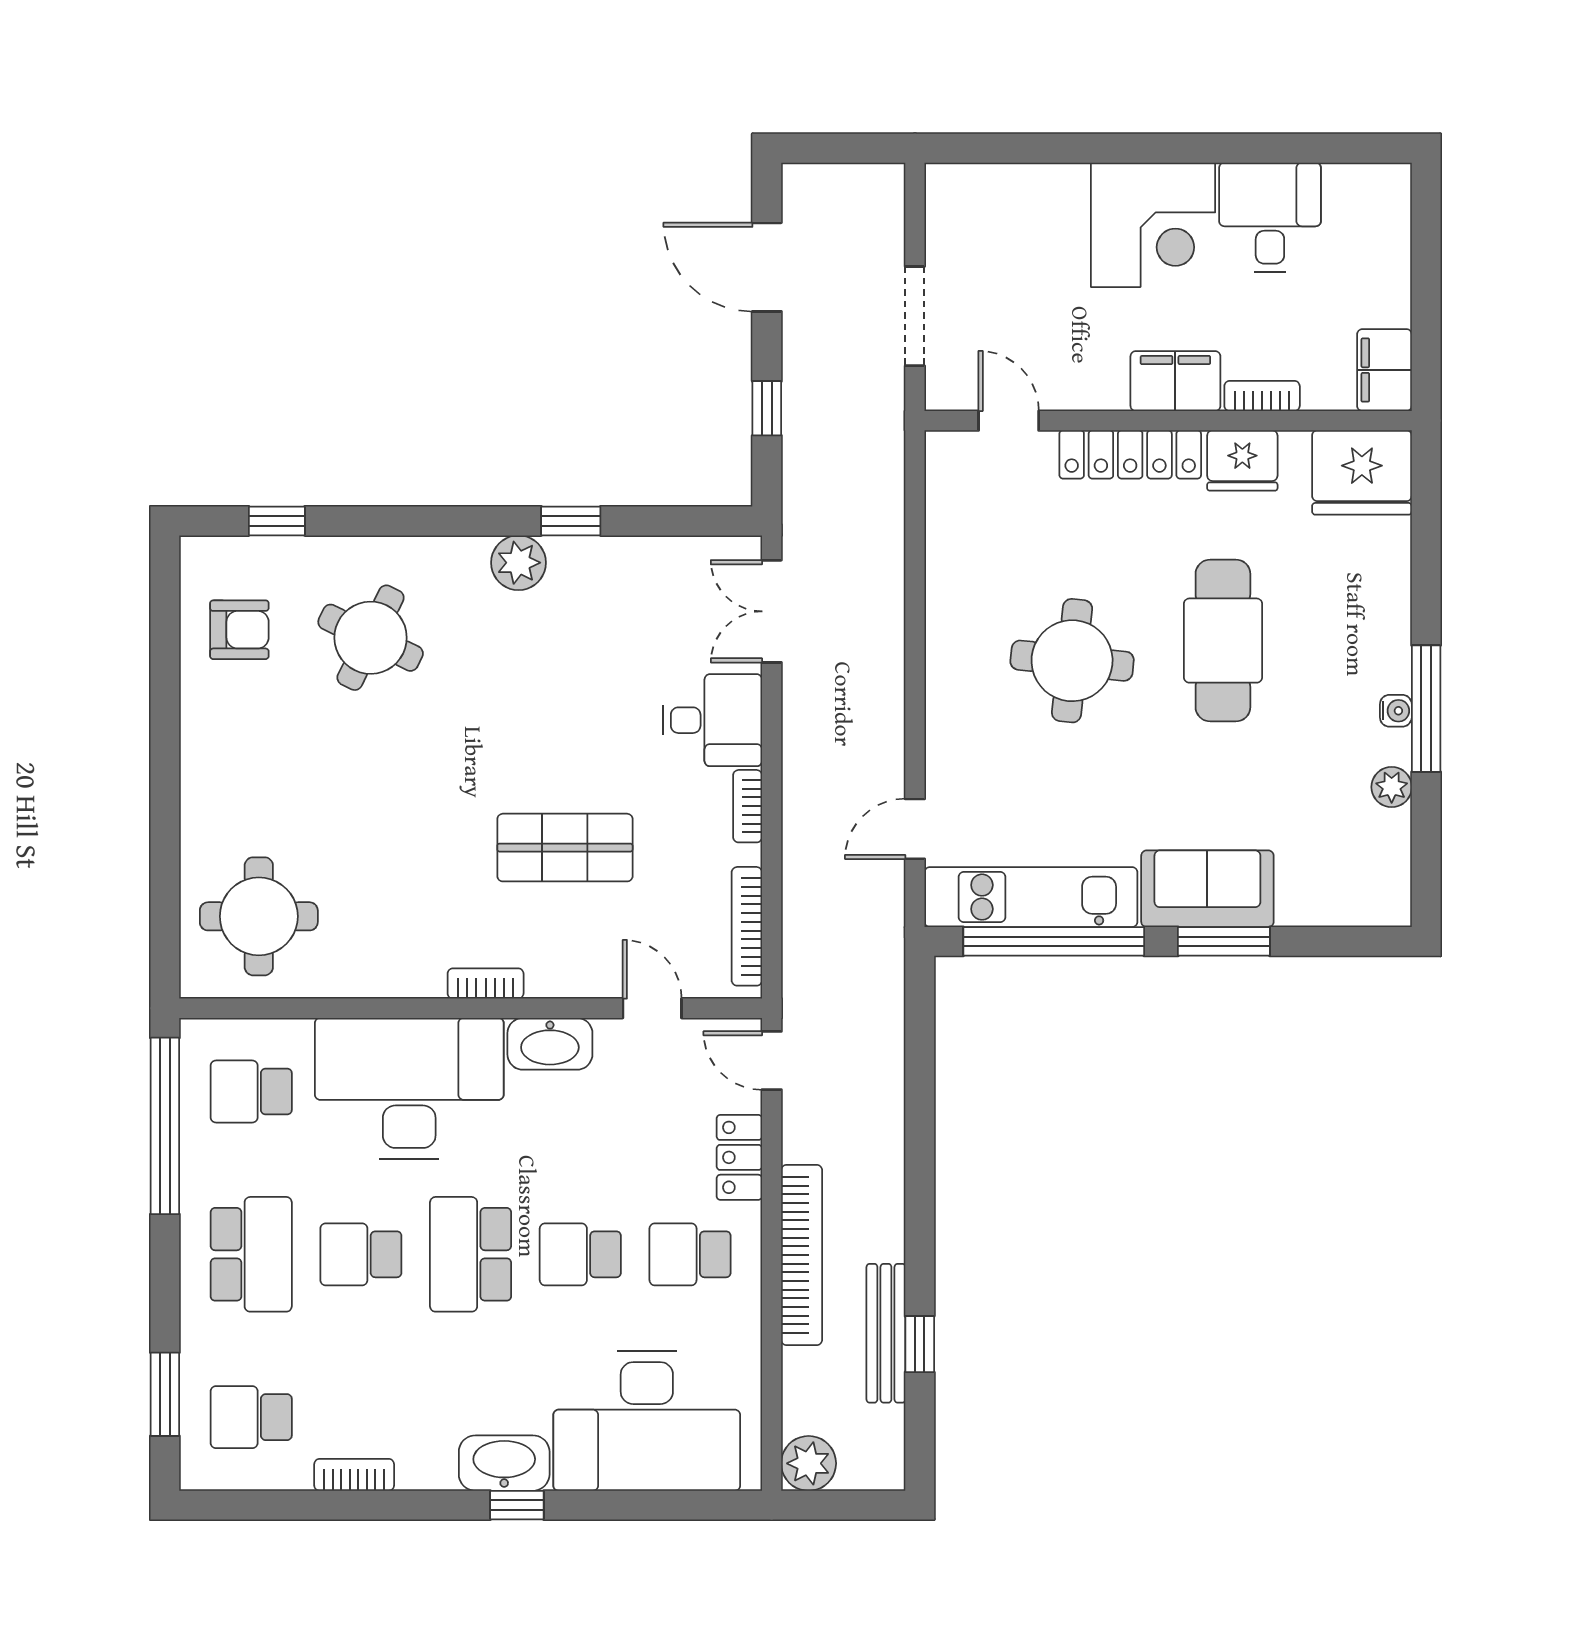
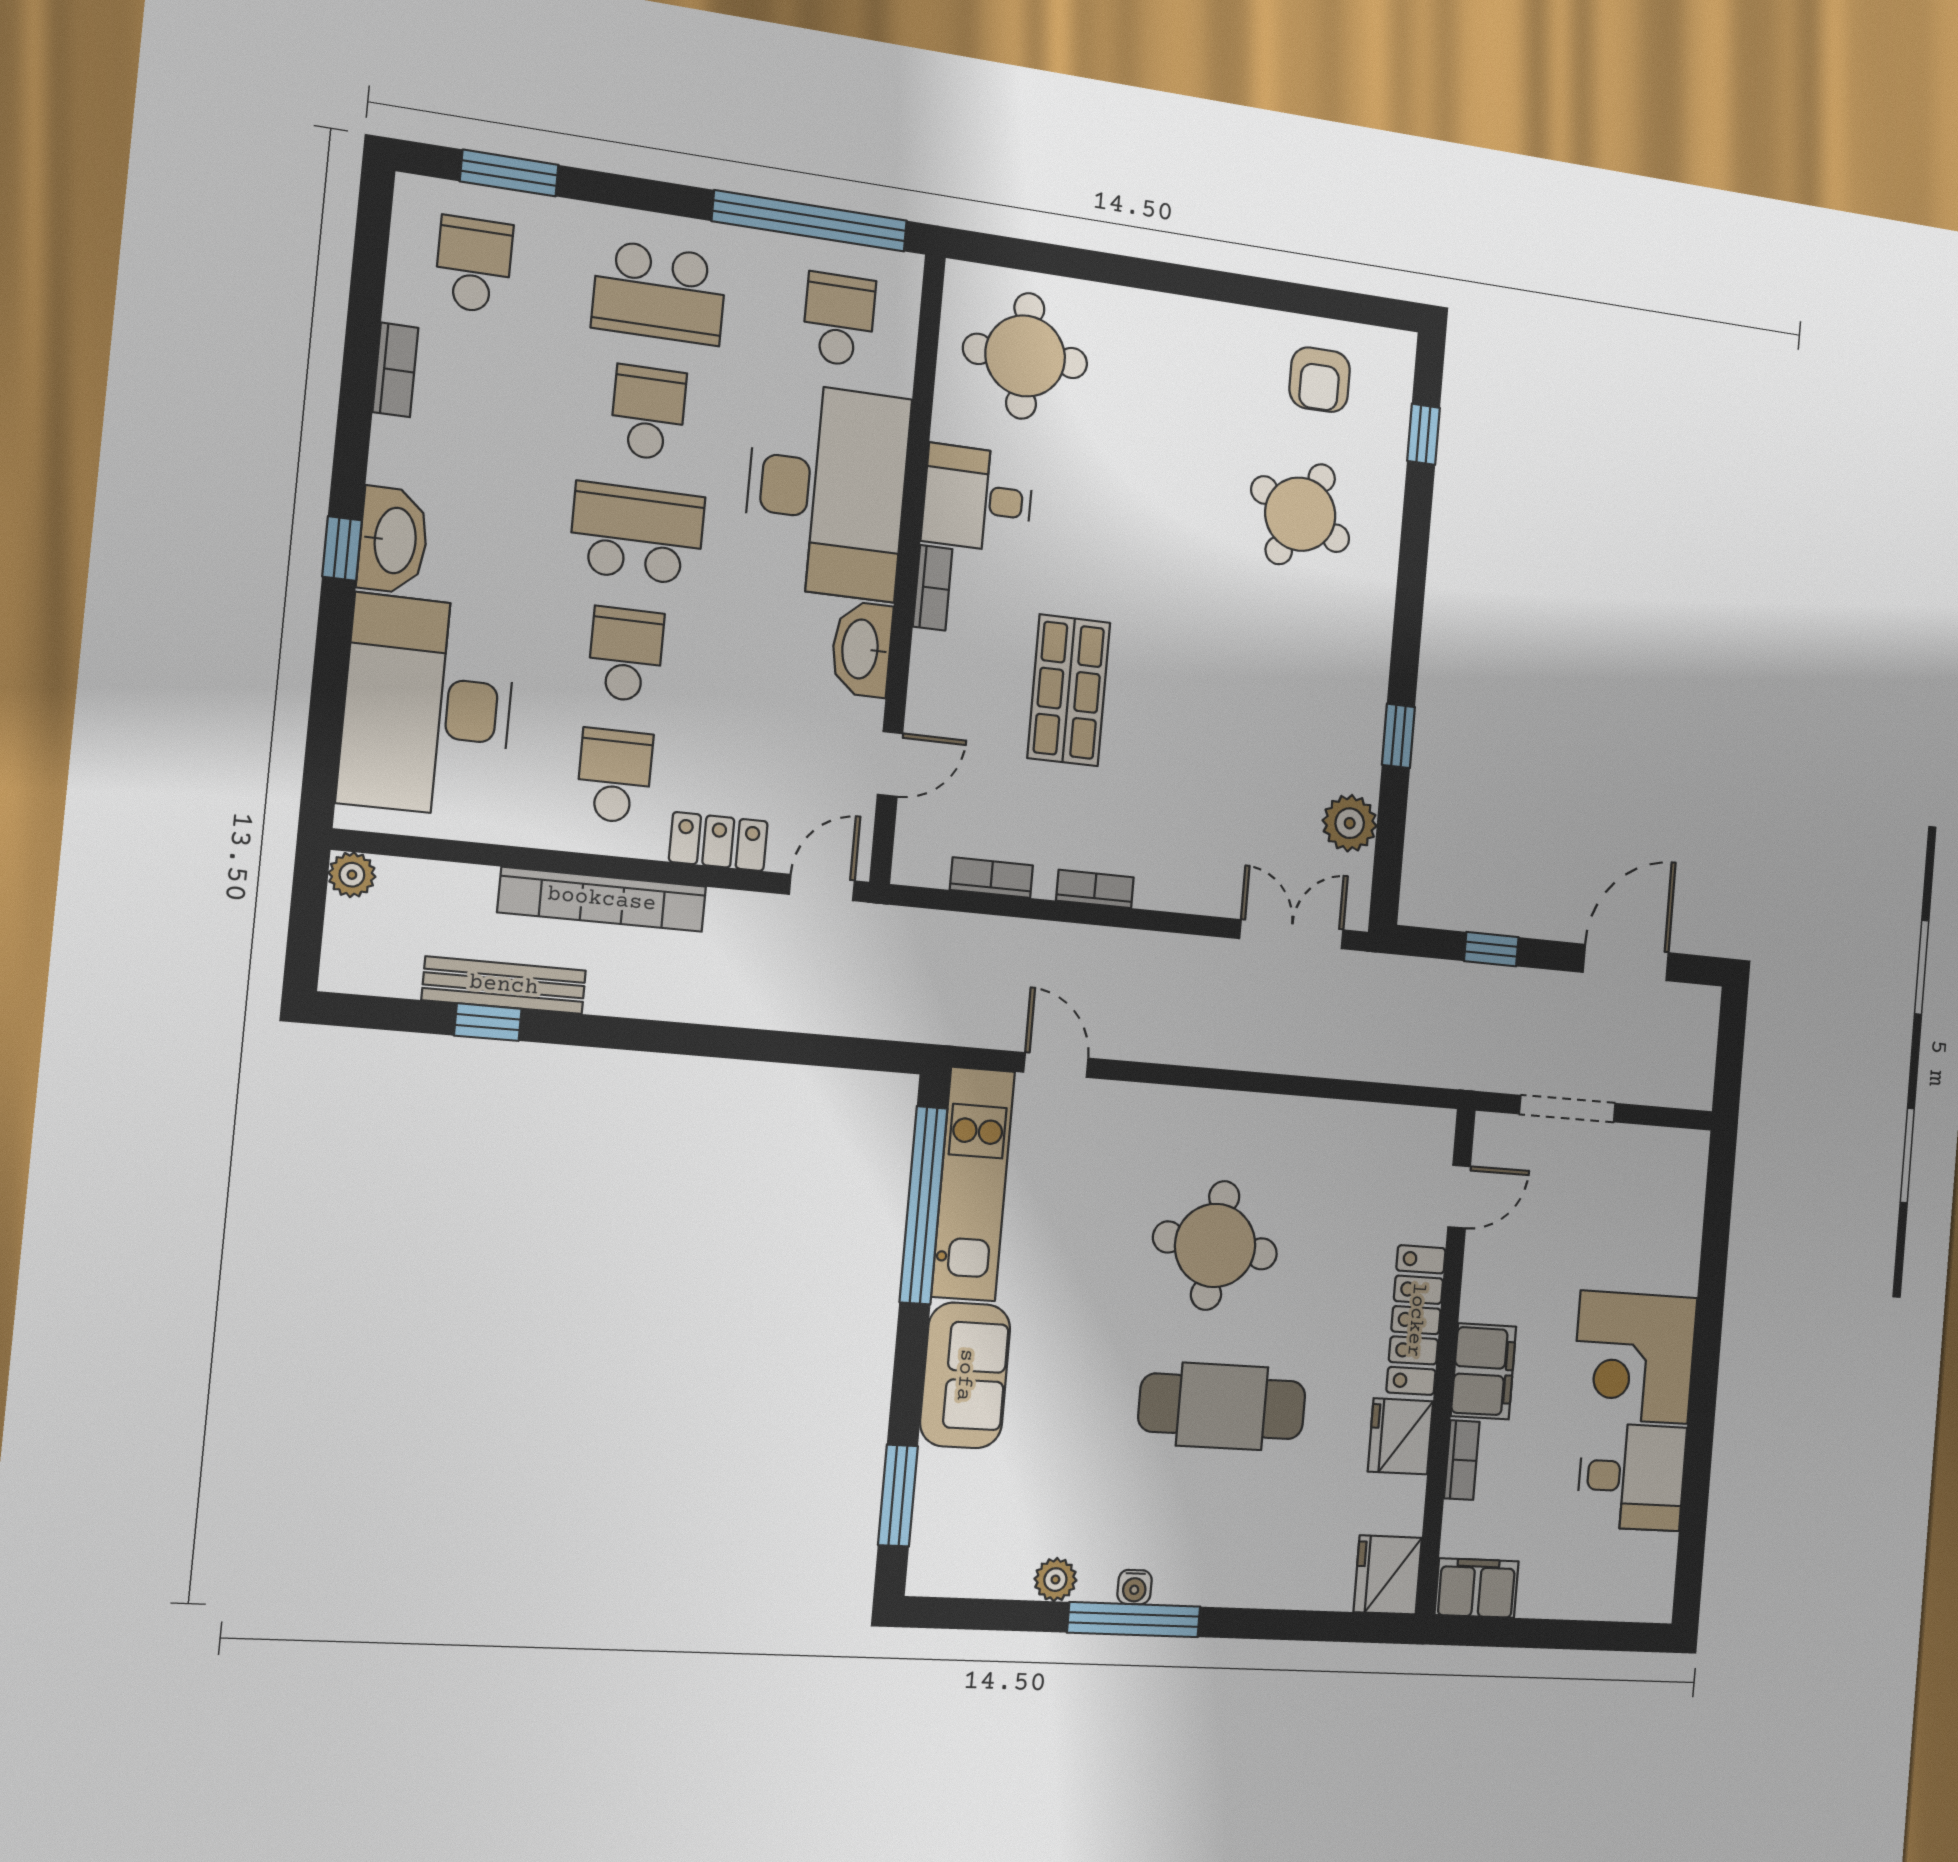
fridge: (1362, 472) -> (1388, 1575), width x0.73, depth x0.75
plant: (518, 563) -> (1350, 823), moved
desk: (712, 720) -> (978, 499), moved, turned 90
bookcase: (747, 926) -> (991, 878), width x0.64
window: (1224, 941) -> (898, 1496), moved
plant: (809, 1463) -> (352, 875), width x0.73, depth x0.73

